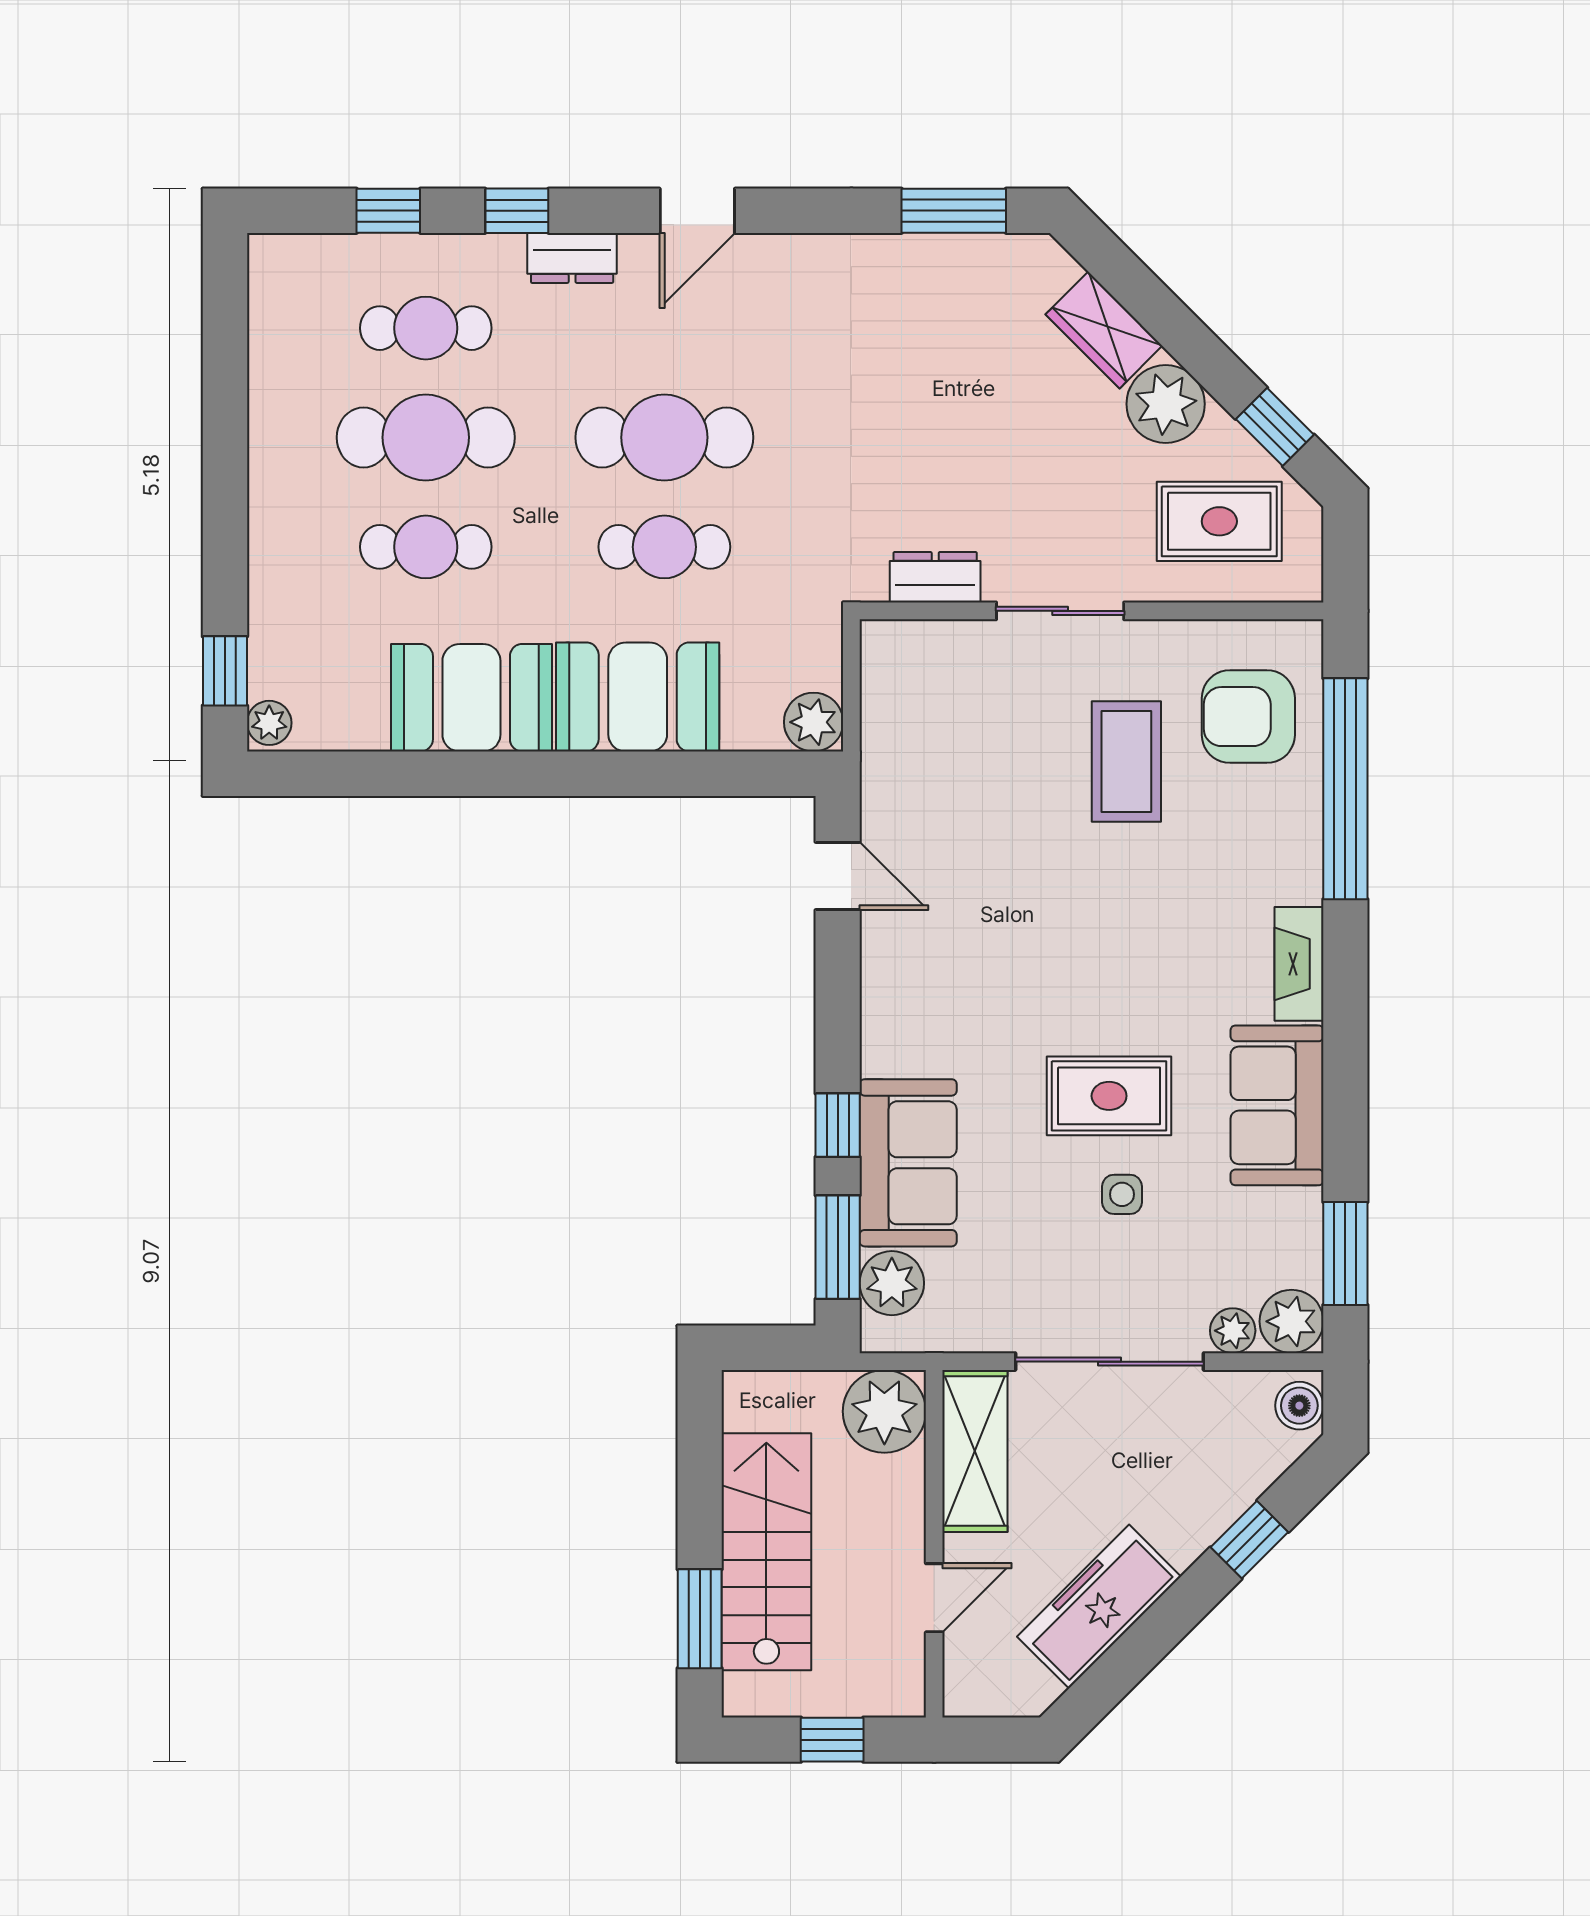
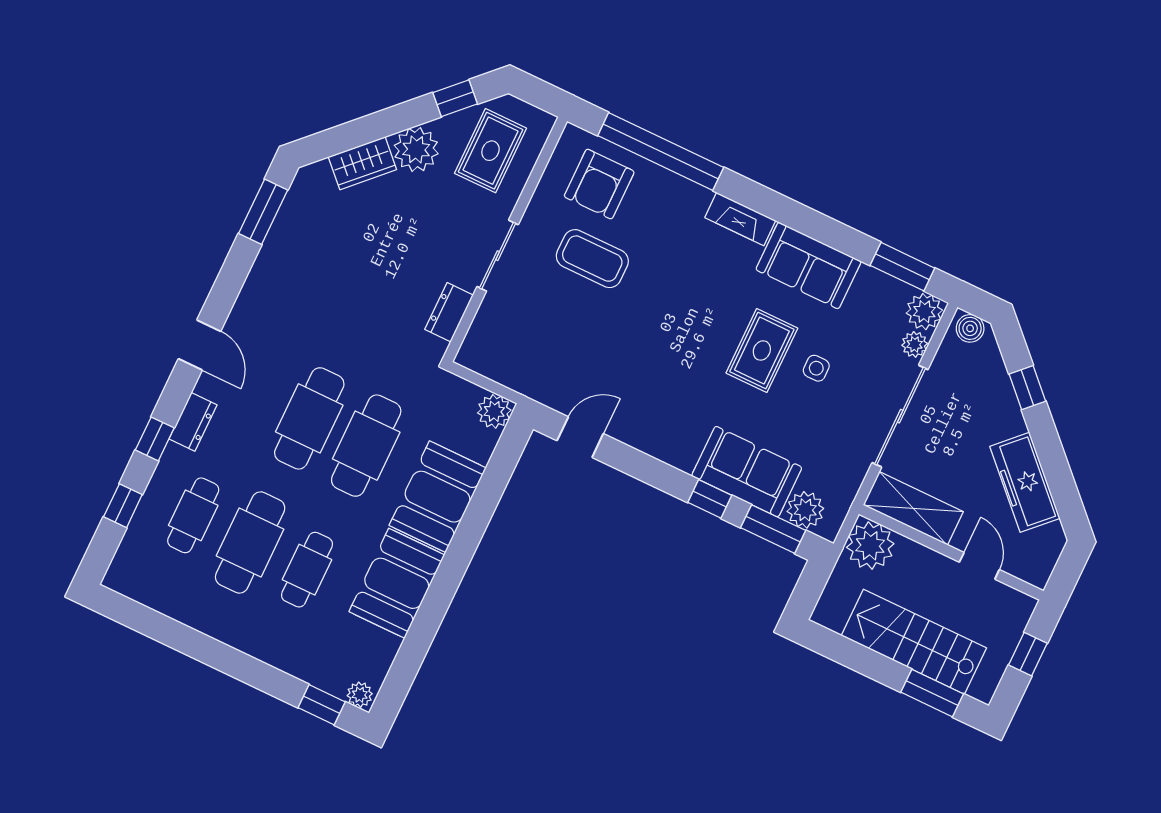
cafe table: (664, 547) -> (366, 446), width x1.37, depth x1.35

